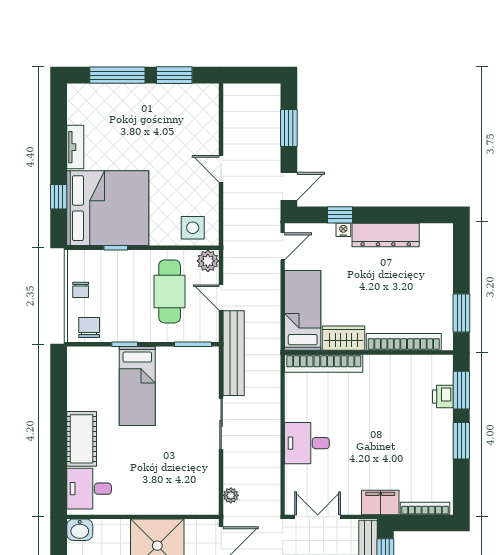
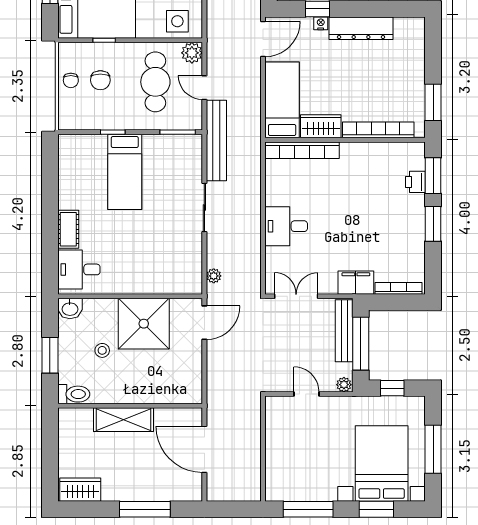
door: (283, 246) -> (263, 39), width x1.37
chair: (89, 327) -> (100, 80), moved, turned 180
cot: (82, 439) -> (68, 229), width x0.73, depth x0.75

